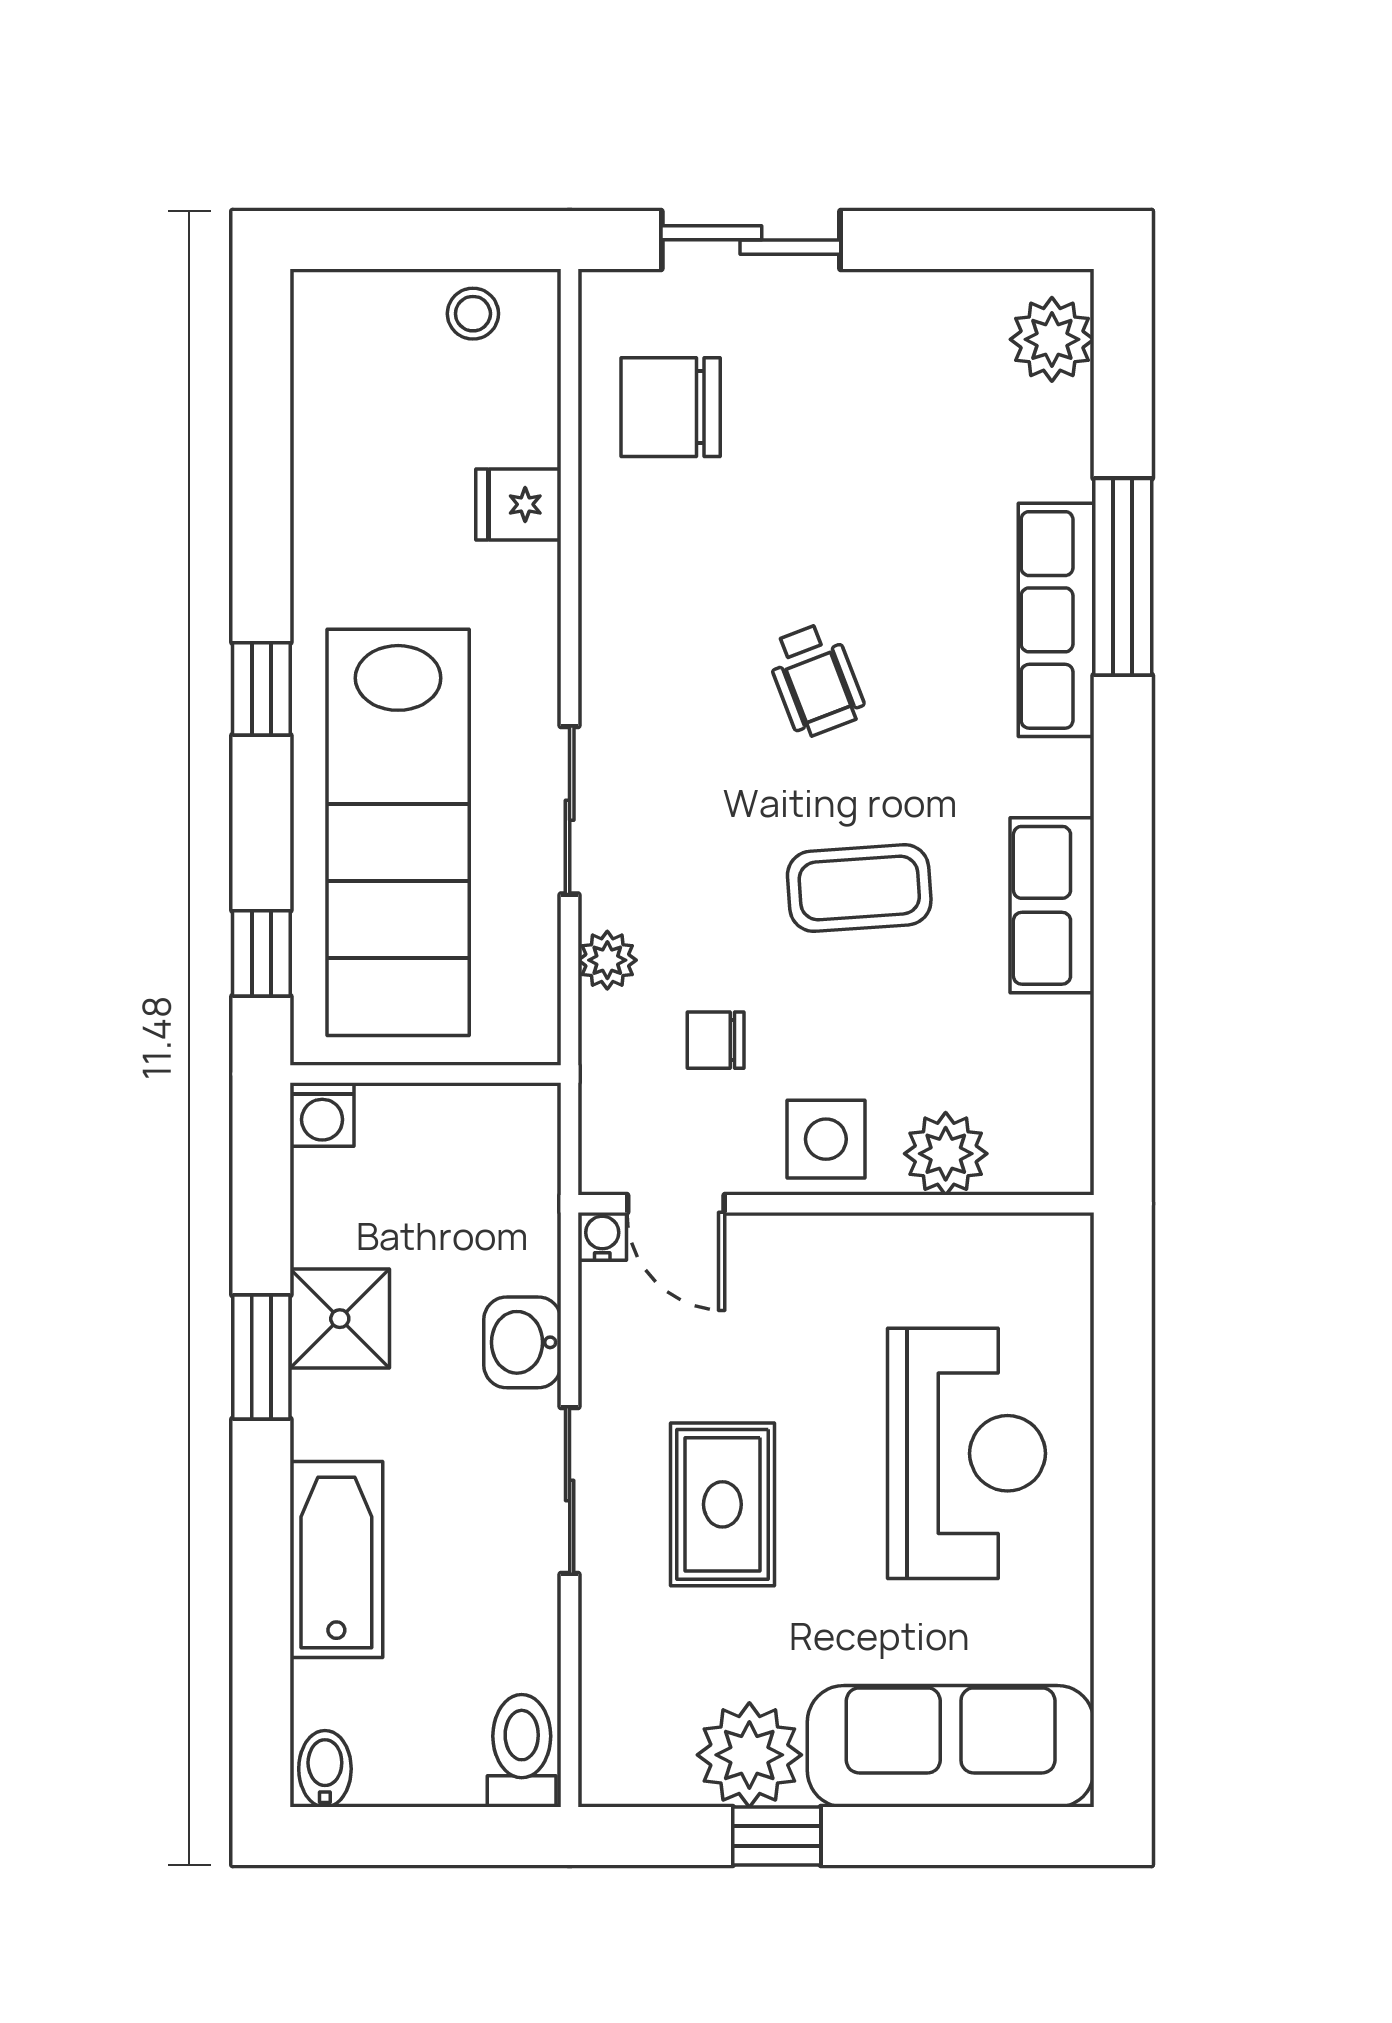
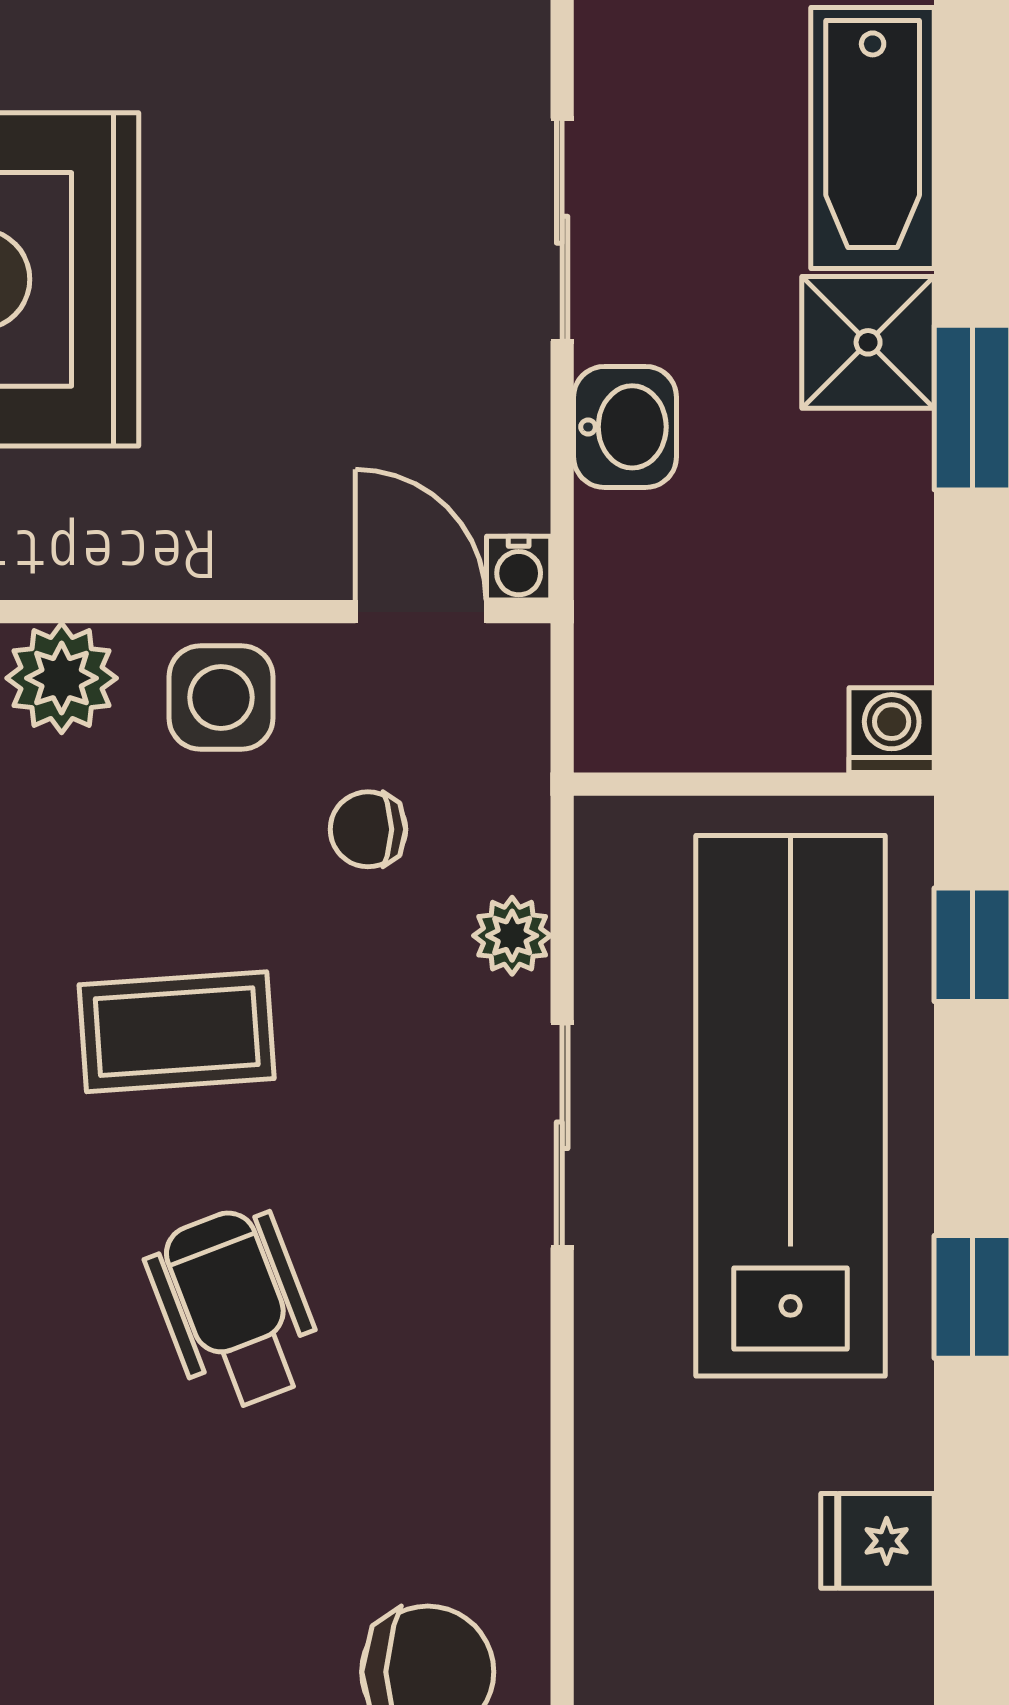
fridge: (518, 504) -> (877, 1541), moved, turned 180
wheelchair: (815, 680) -> (235, 1309), width x1.36, depth x1.37
chair: (716, 1040) -> (368, 829), turned 180
shower: (340, 1319) -> (868, 342), moved
rug: (722, 1504) -> (359, 211), removed

